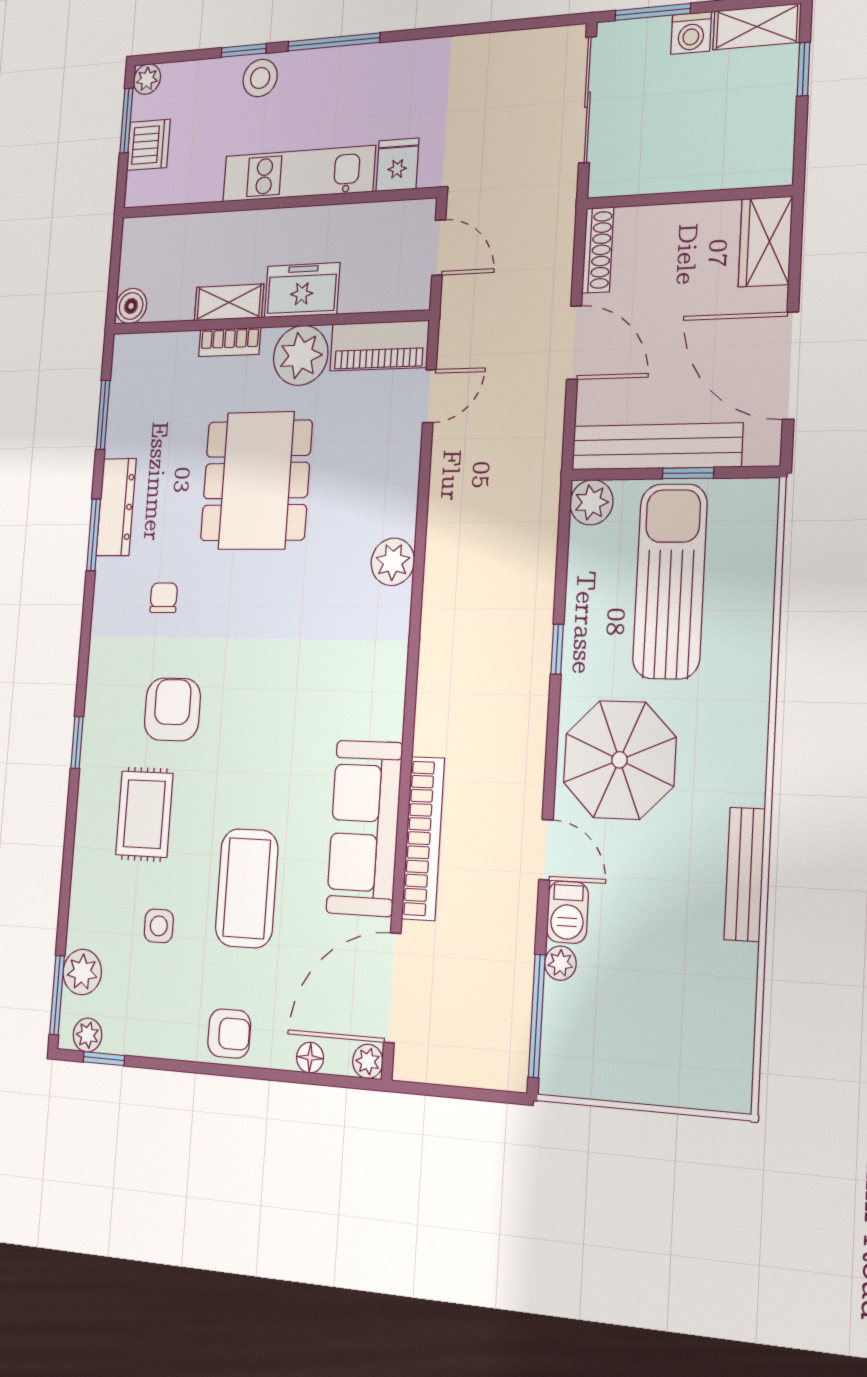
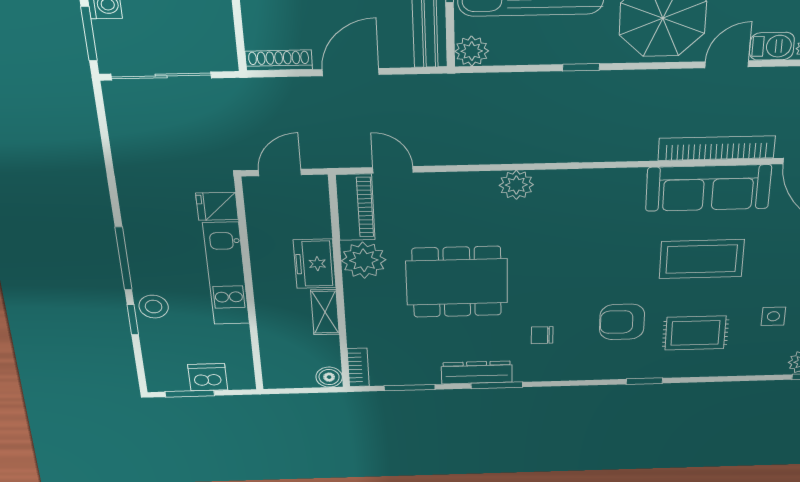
plant: (147, 79) -> (158, 383), removed
bookcase: (230, 342) -> (358, 367), moved
coffee table: (247, 888) -> (702, 259), moved

